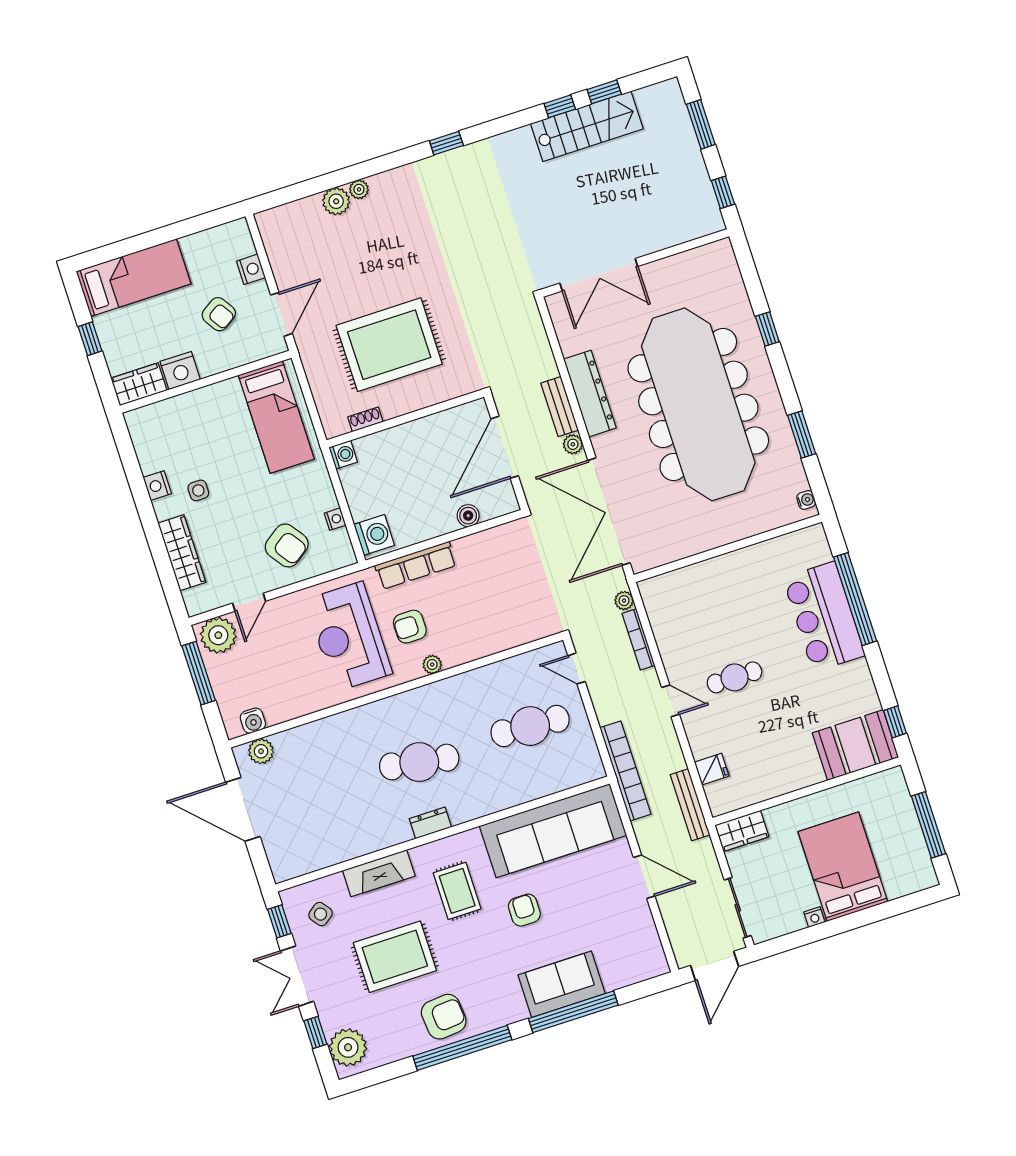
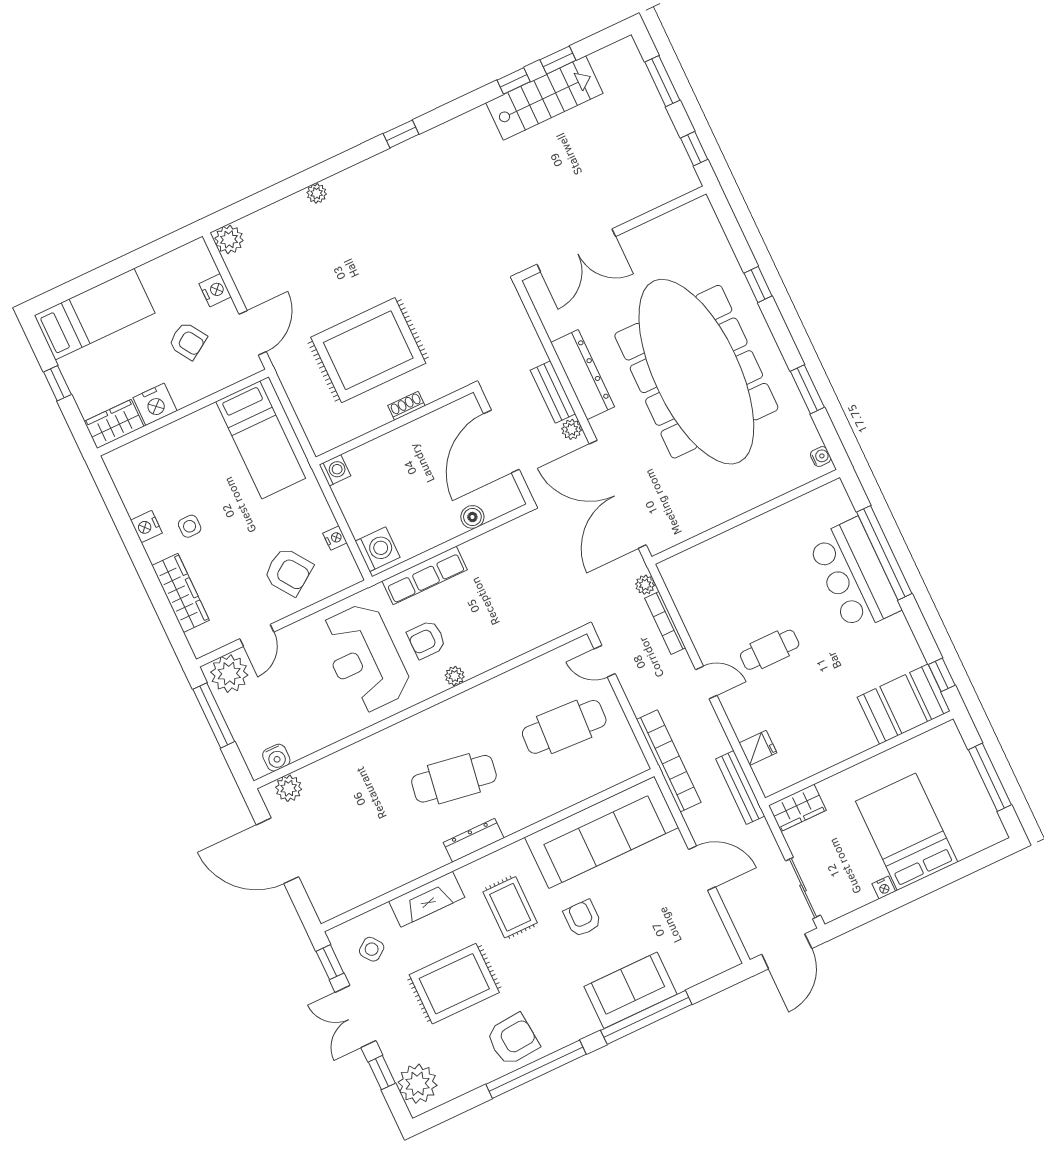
plant: (336, 201) -> (229, 239), moved
shoe rack: (365, 419) -> (406, 406), moved
dresser: (430, 823) -> (474, 840), width x1.44

